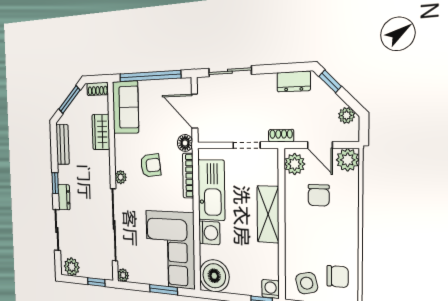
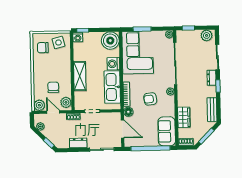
dresser: (294, 82) -> (78, 143), moved

